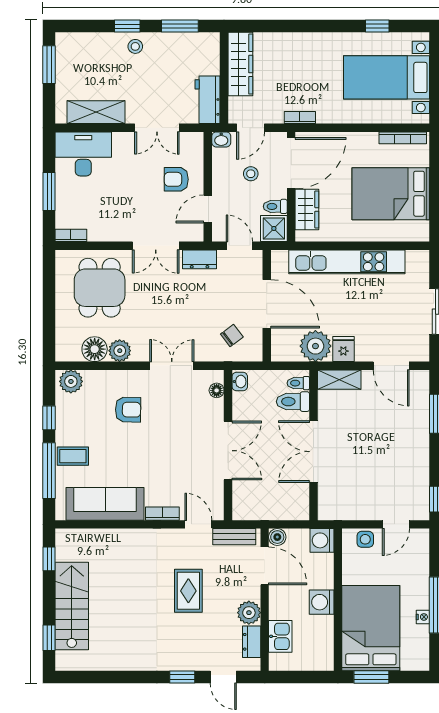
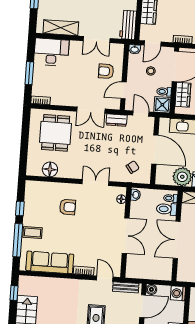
plant: (120, 351) -> (65, 171), removed
plant: (71, 381) -> (35, 188), removed
door: (265, 566) -> (143, 306), hinge flipped

